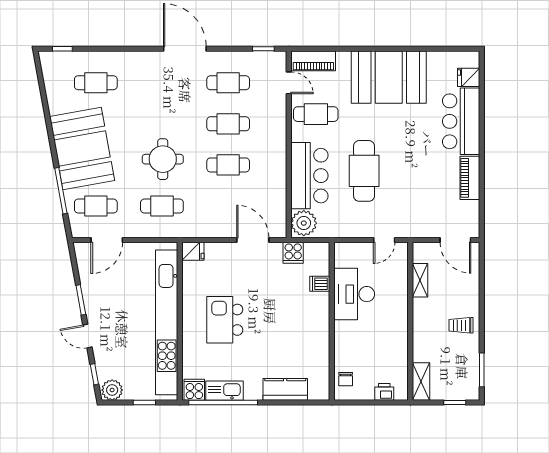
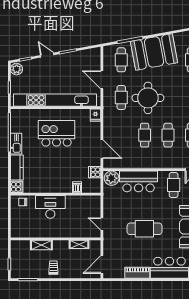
round table: (163, 159) -> (148, 98), width x1.36, depth x1.36
cafe table: (364, 171) -> (144, 229), moved
door: (107, 240) -> (102, 80), moved
door: (253, 240) -> (102, 149), hinge flipped
desk: (354, 294) -> (50, 207), moved
kitchen island: (225, 320) -> (56, 133), width x1.37, depth x1.28
door: (87, 336) -> (47, 55), hinge flipped
shelving: (421, 382) -> (41, 245), moved
cooker: (194, 390) -> (17, 187), moved
kitchen sink: (225, 391) -> (16, 144), moved
printer: (384, 392) -> (15, 224), removed

